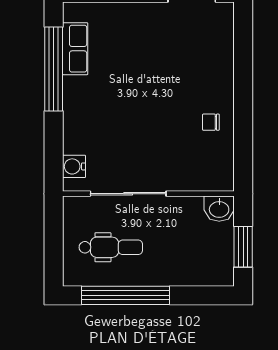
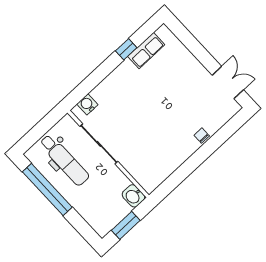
window: (54, 69) -> (126, 49), width x0.32
chair: (211, 122) -> (202, 136), moved
dental chair: (111, 247) -> (64, 160), width x1.36, depth x1.38

